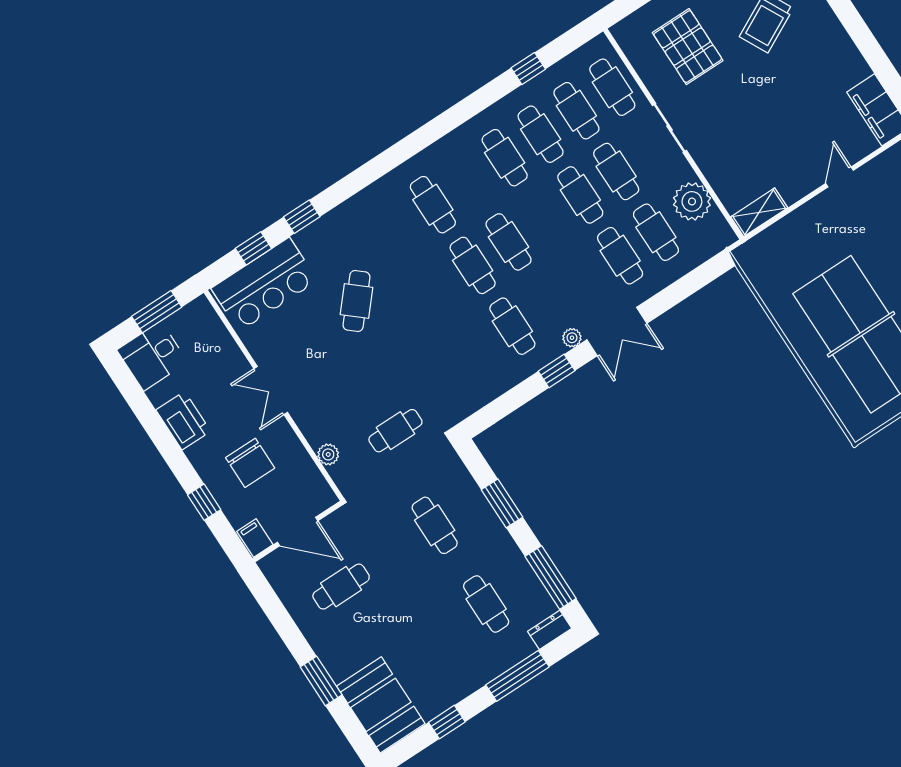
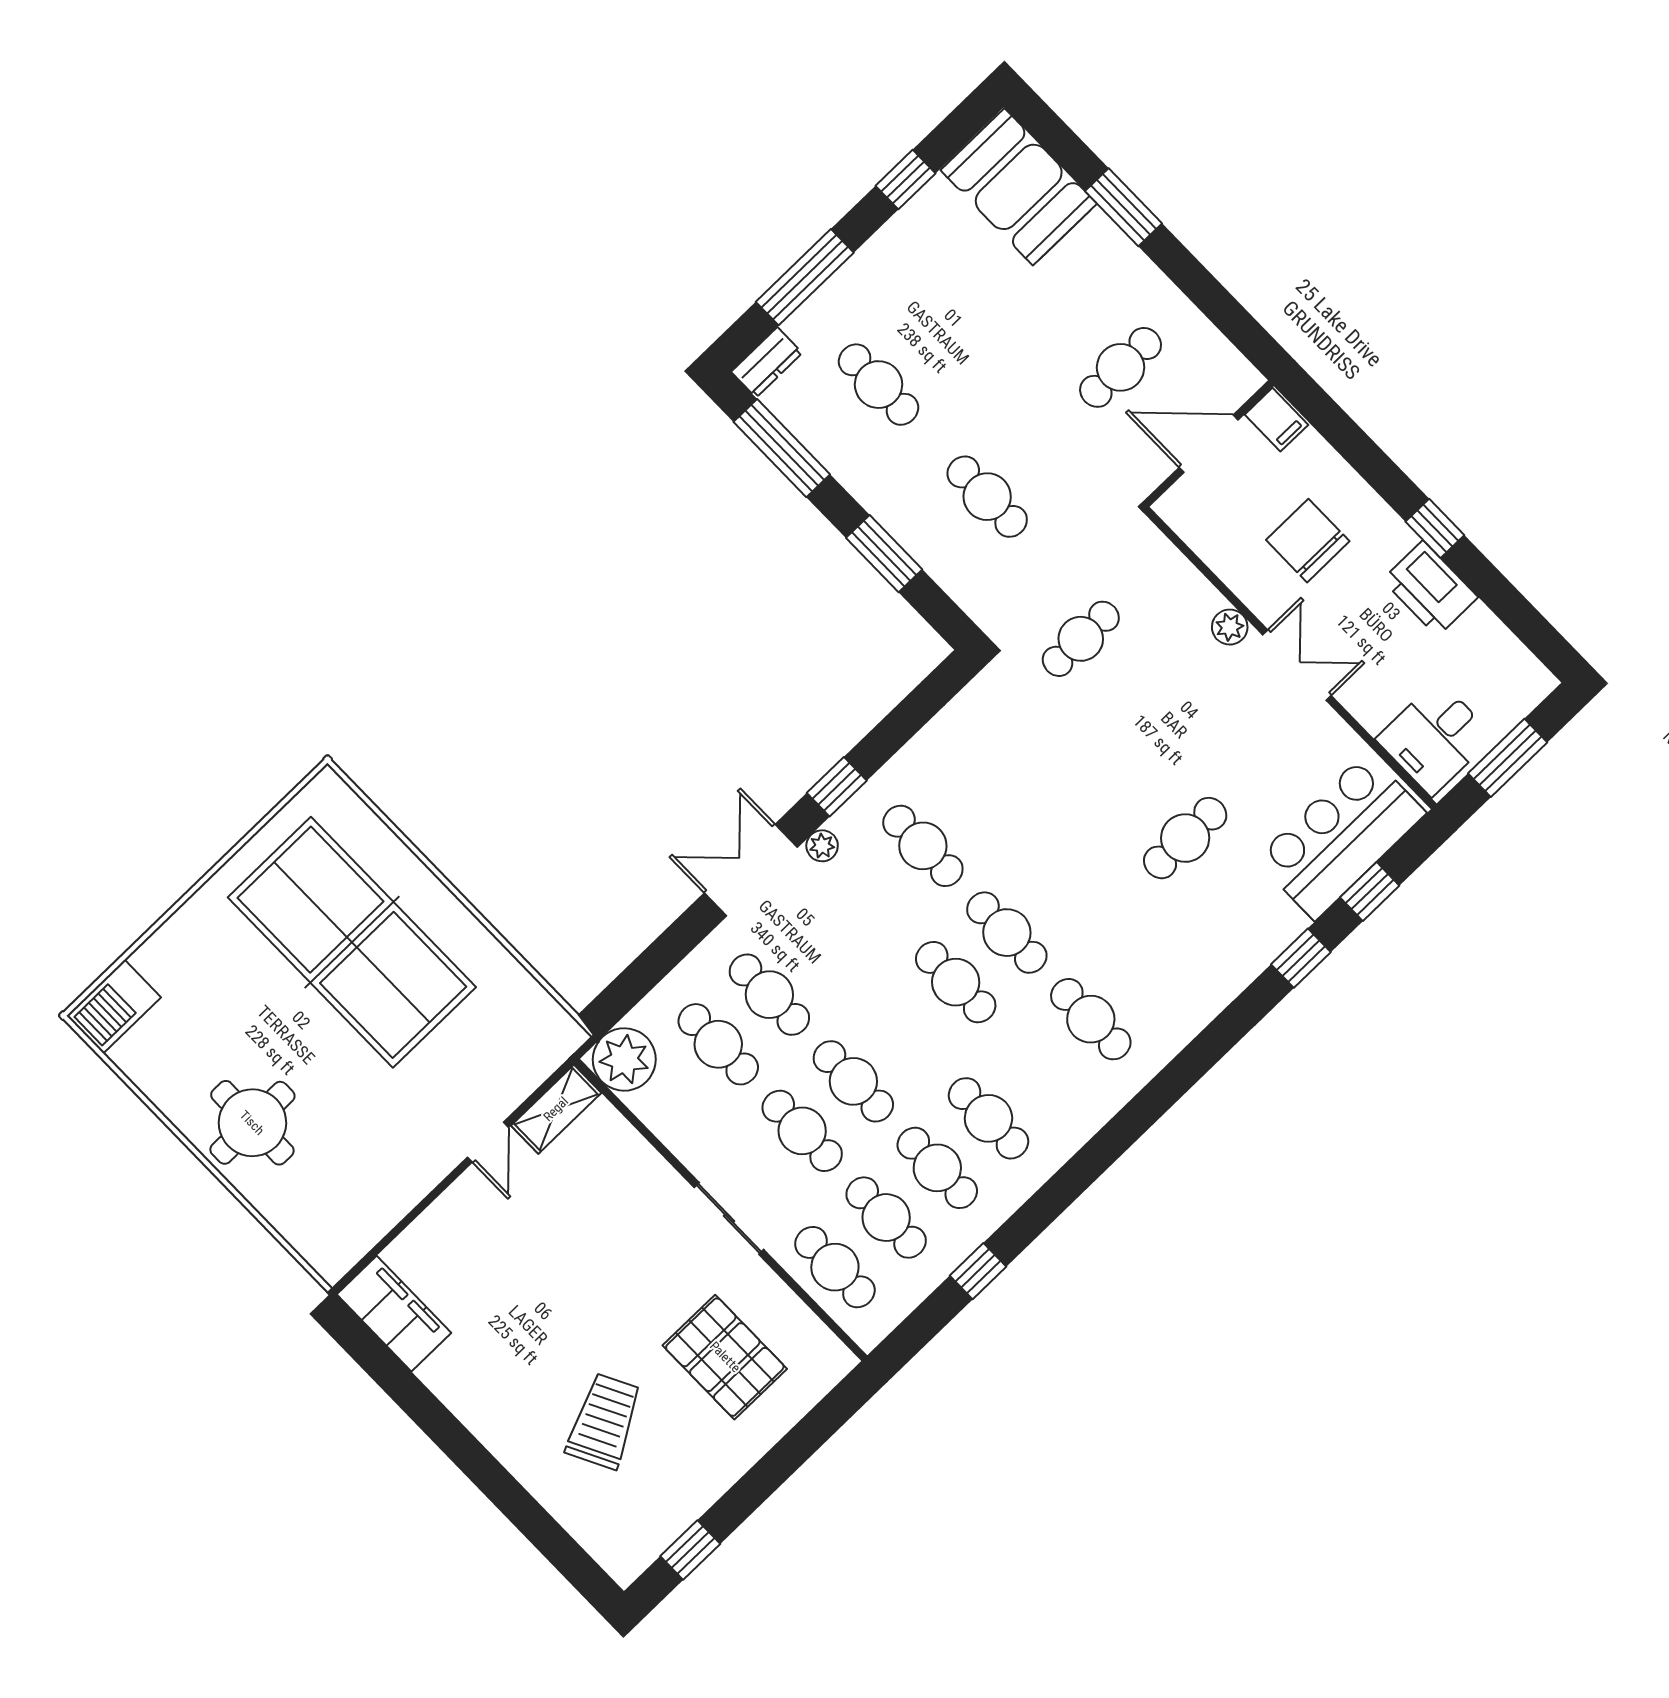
door: (839, 177) -> (488, 1142), moved
plant: (692, 201) -> (624, 1059), moved
cafe table: (356, 301) -> (1185, 838), turned 49
desk: (152, 356) -> (1435, 738), moved, turned 180
plant: (328, 454) -> (1230, 627), moved
window: (204, 502) -> (1435, 528), moved

